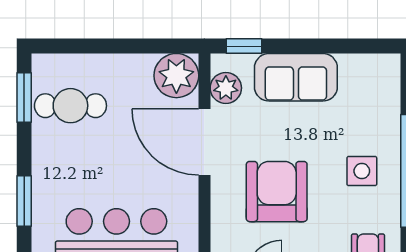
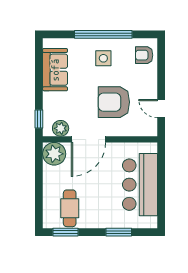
sofa: (296, 77) -> (55, 70), moved

